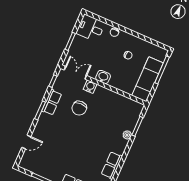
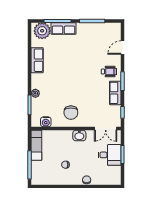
desk: (91, 28) -> (110, 155), moved
exam couch: (148, 79) -> (36, 145), width x0.73, depth x0.69
water cooler: (90, 87) -> (46, 122), moved
chair: (79, 108) -> (71, 113), moved, turned 180
wheelchair: (49, 125) -> (109, 71), added

